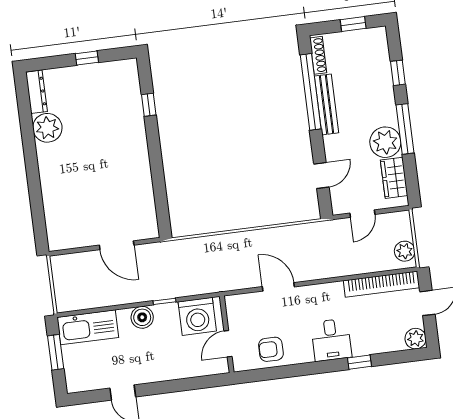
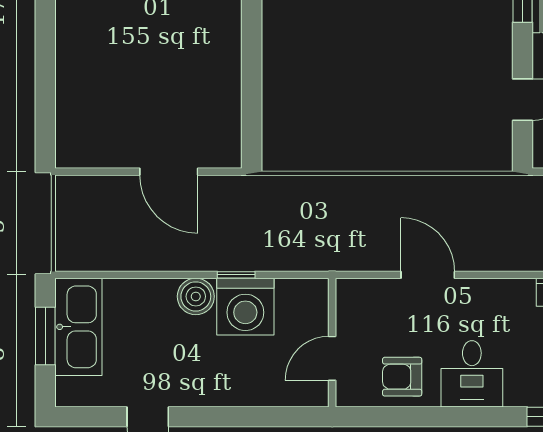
washing machine: (197, 316) -> (245, 307), moved
kitchen sink: (88, 327) -> (78, 327), moved, turned -90
desk: (331, 340) -> (472, 374), moved

